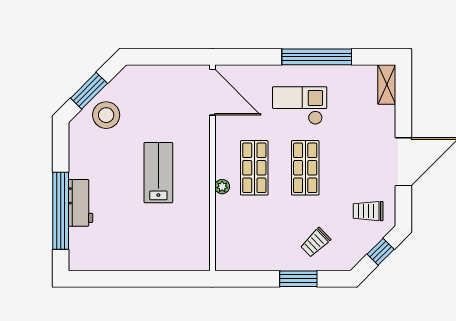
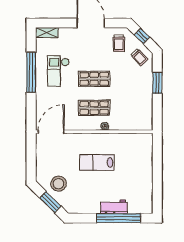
checkout: (300, 106) -> (58, 71), moved
stool: (106, 115) -> (59, 184), moved
trolley: (315, 242) -> (139, 57), moved

